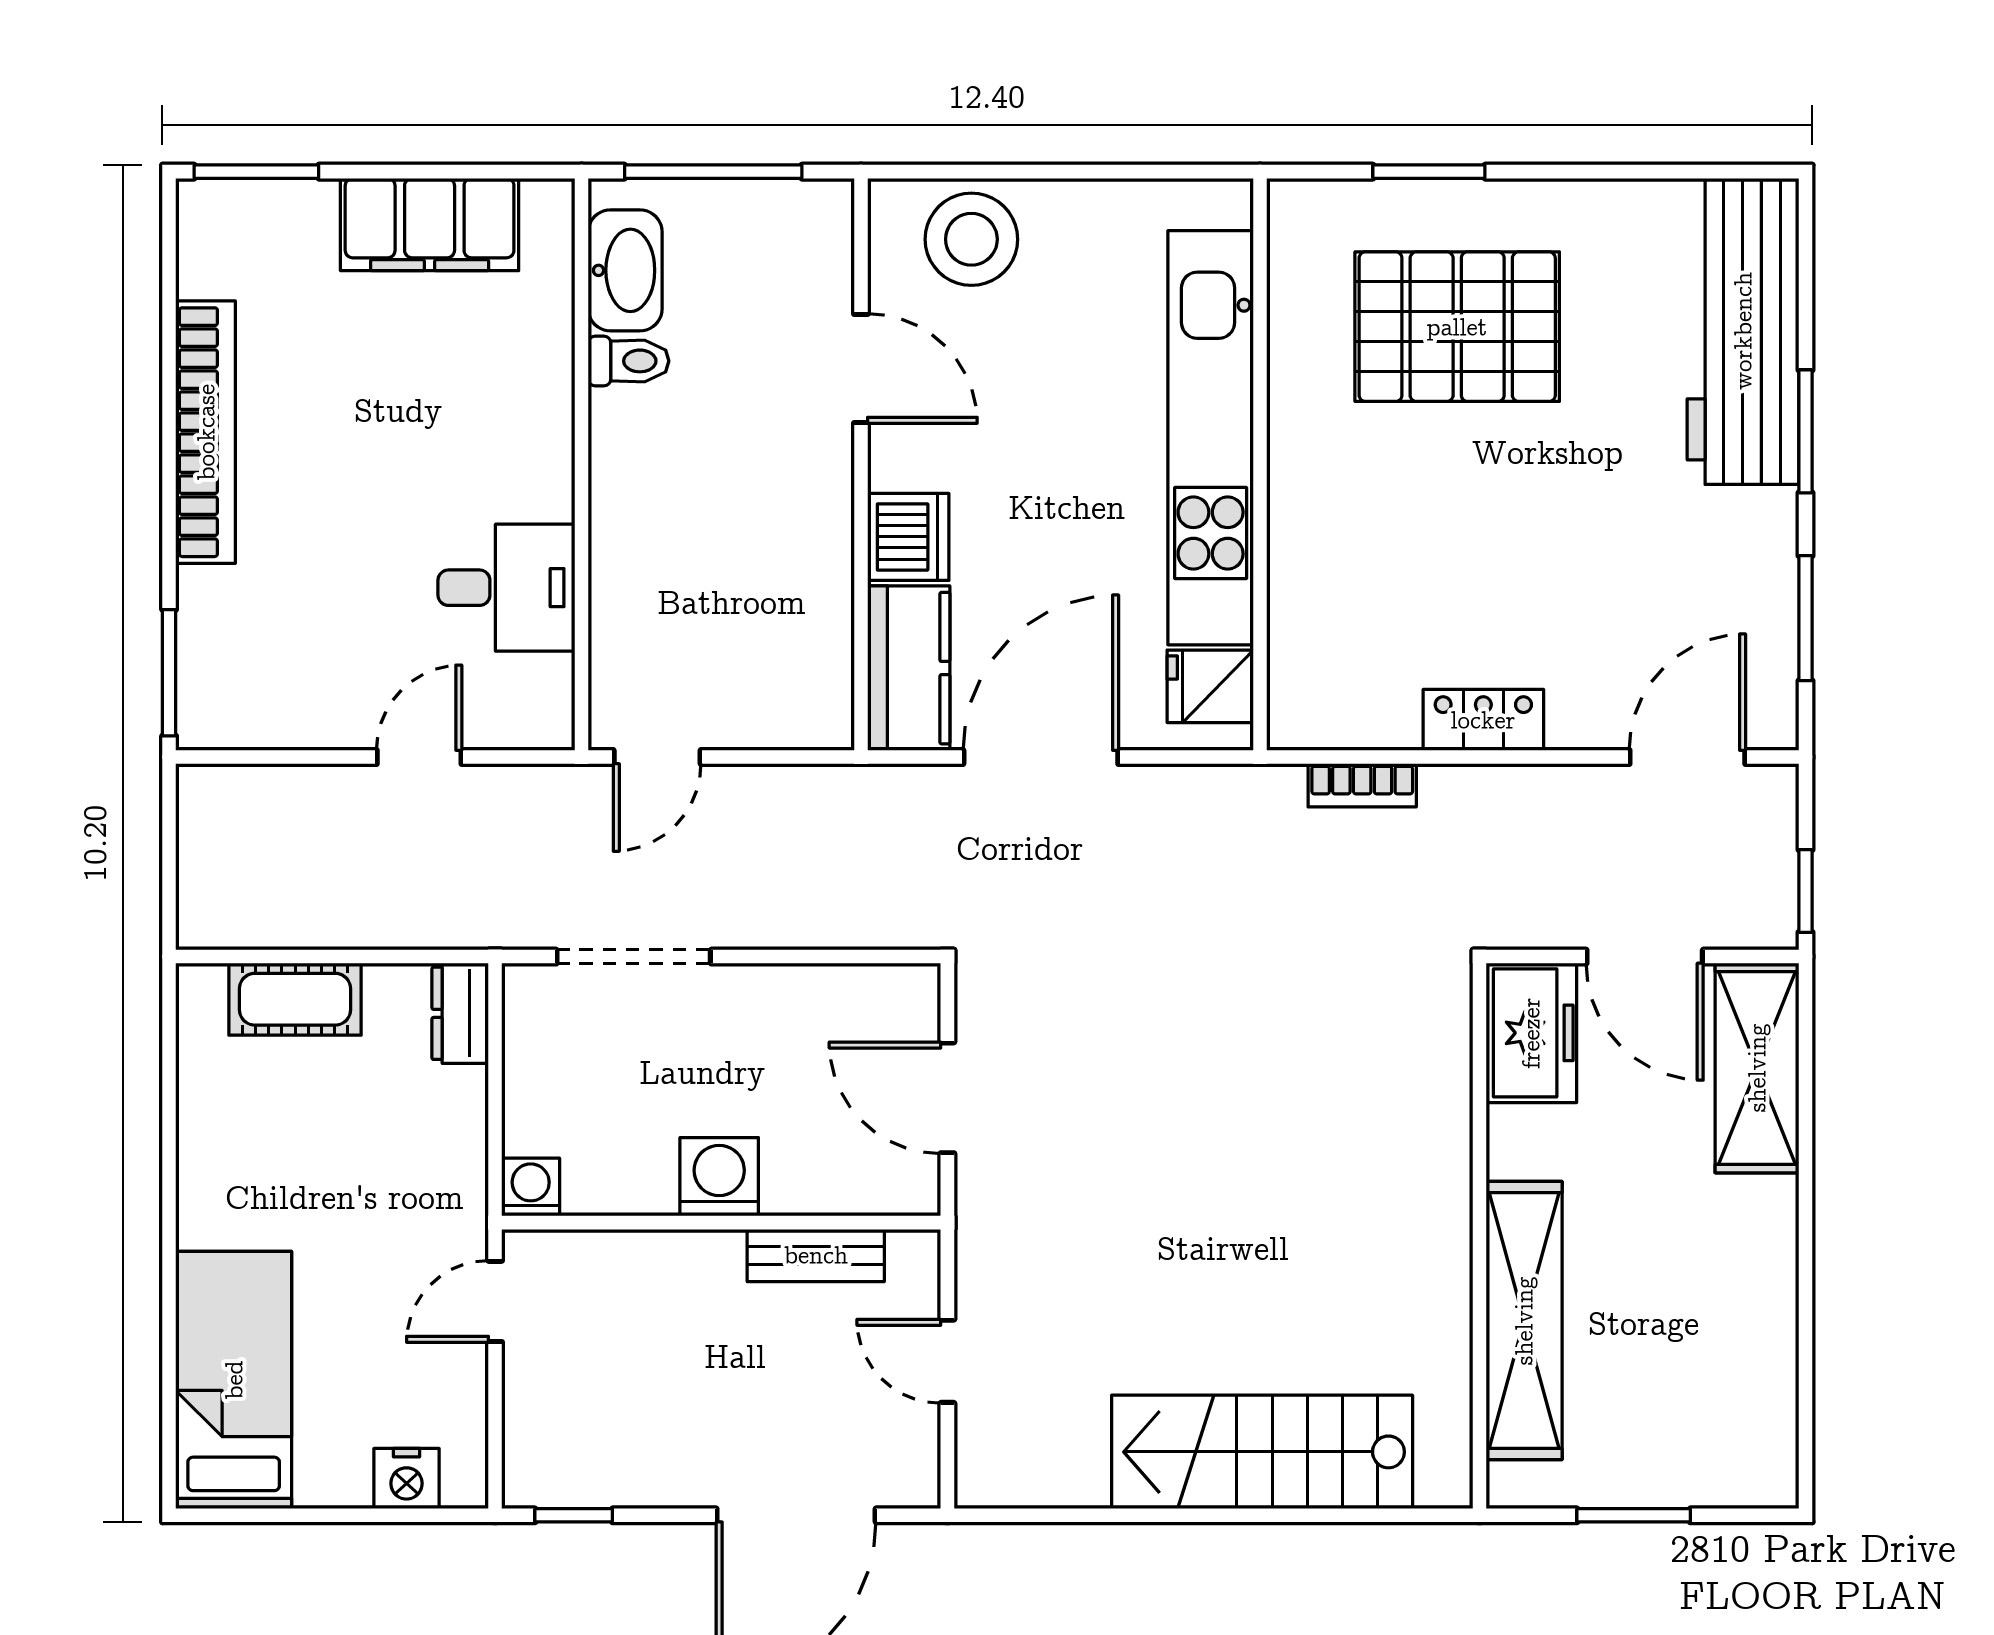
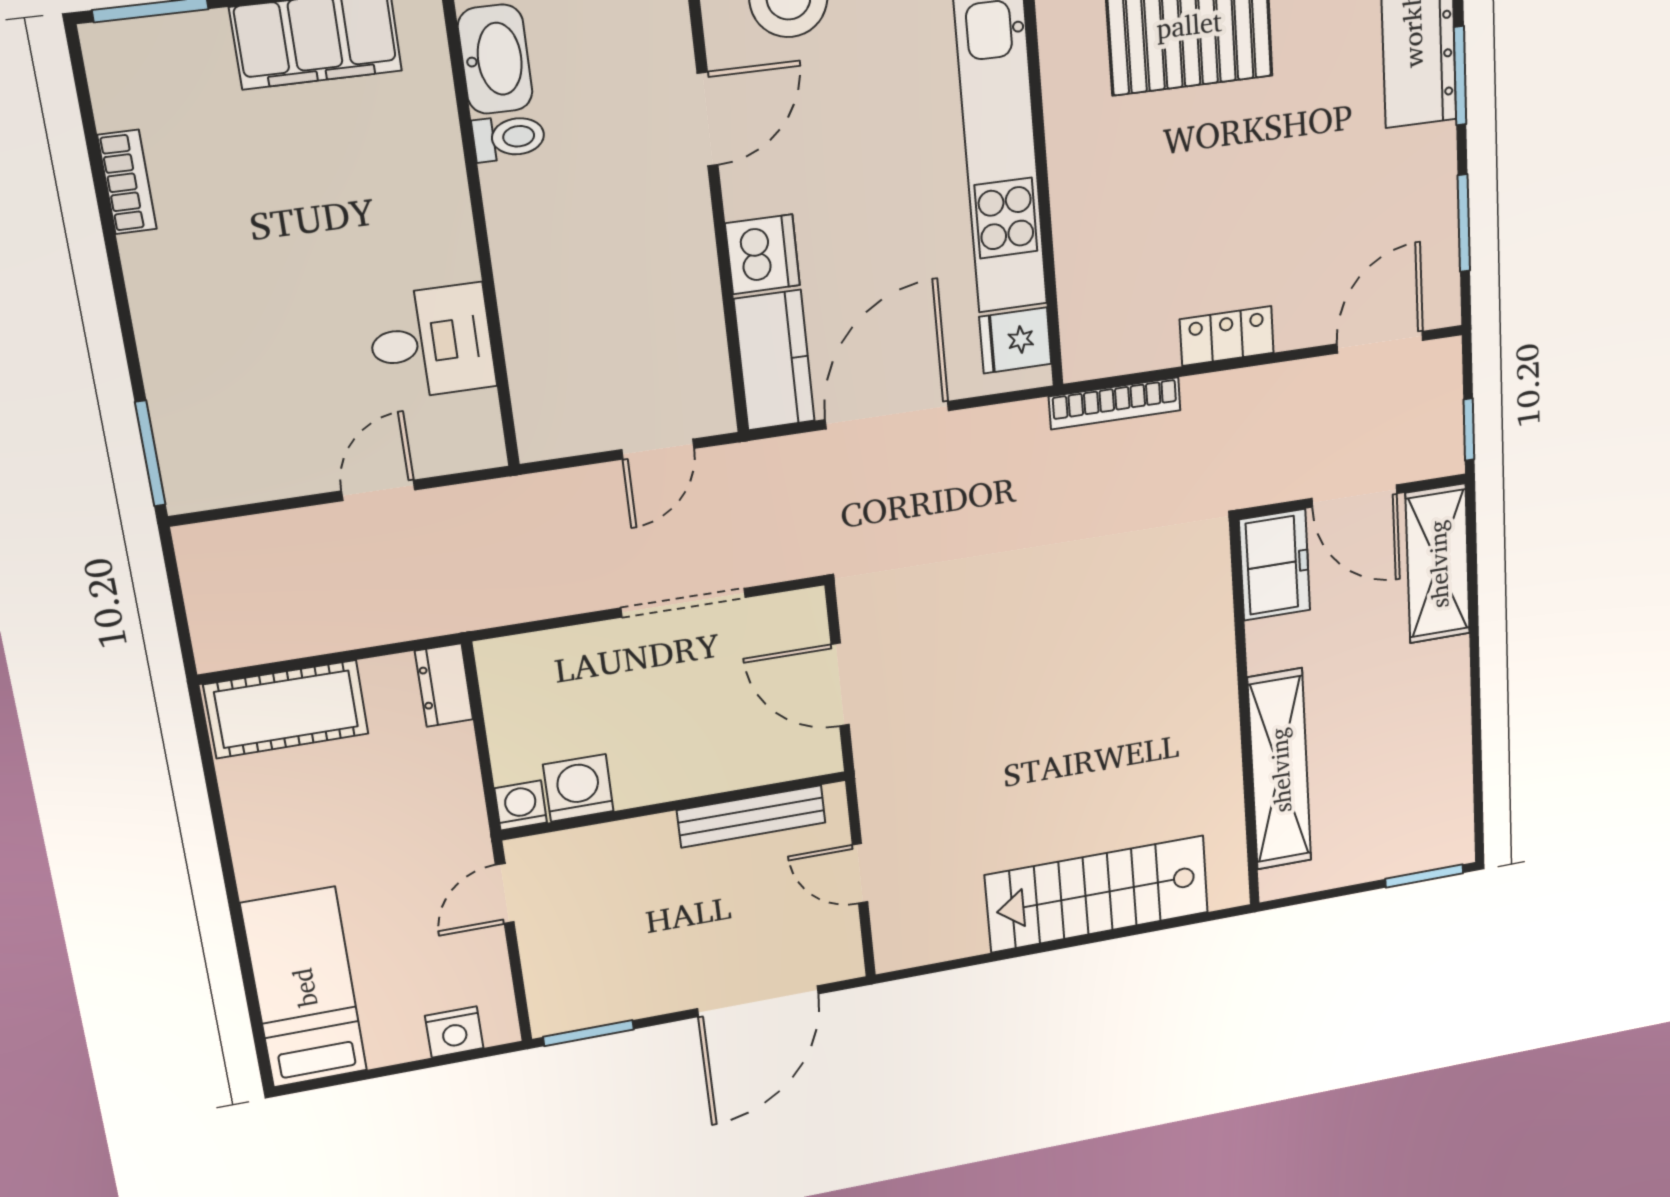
door: (861, 369) -> (708, 119), hinge flipped
bookcase: (206, 432) -> (127, 182), width x0.43, depth x0.76
door: (657, 757) -> (658, 449), moved
bookcase: (1362, 785) -> (1115, 403), width x1.56
doorway: (634, 957) -> (683, 603), moved
cot: (295, 999) -> (286, 709), width x1.37, depth x1.34
washing machine: (719, 1177) -> (578, 788), moved
bench: (816, 1255) -> (751, 816), width x1.36
window: (574, 1515) -> (588, 1033), width x1.50
window: (1634, 1515) -> (1424, 876), moved

